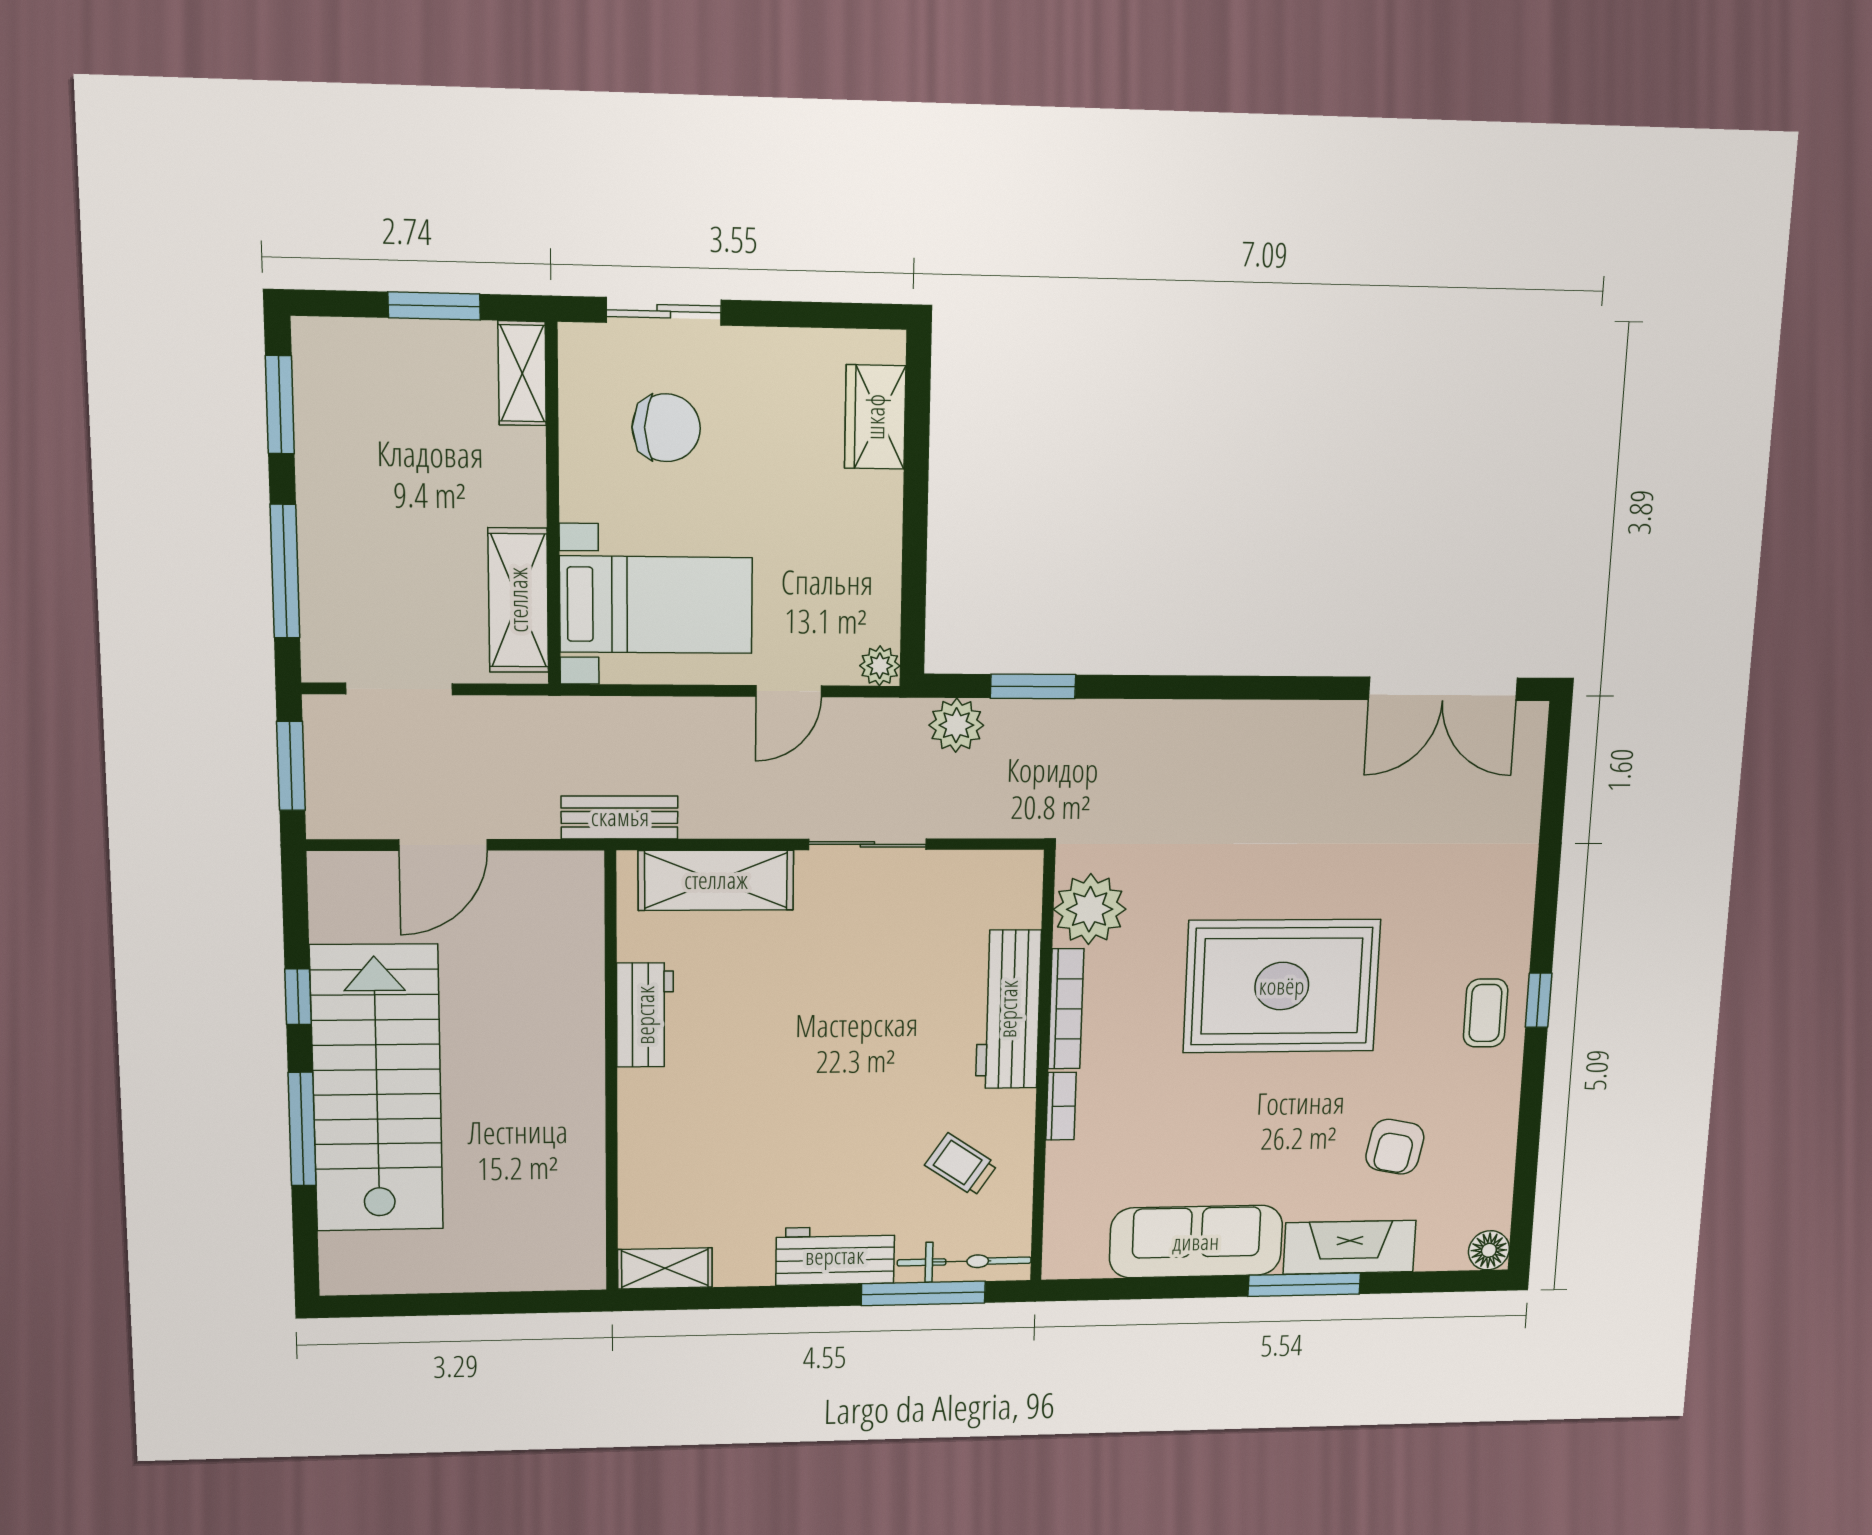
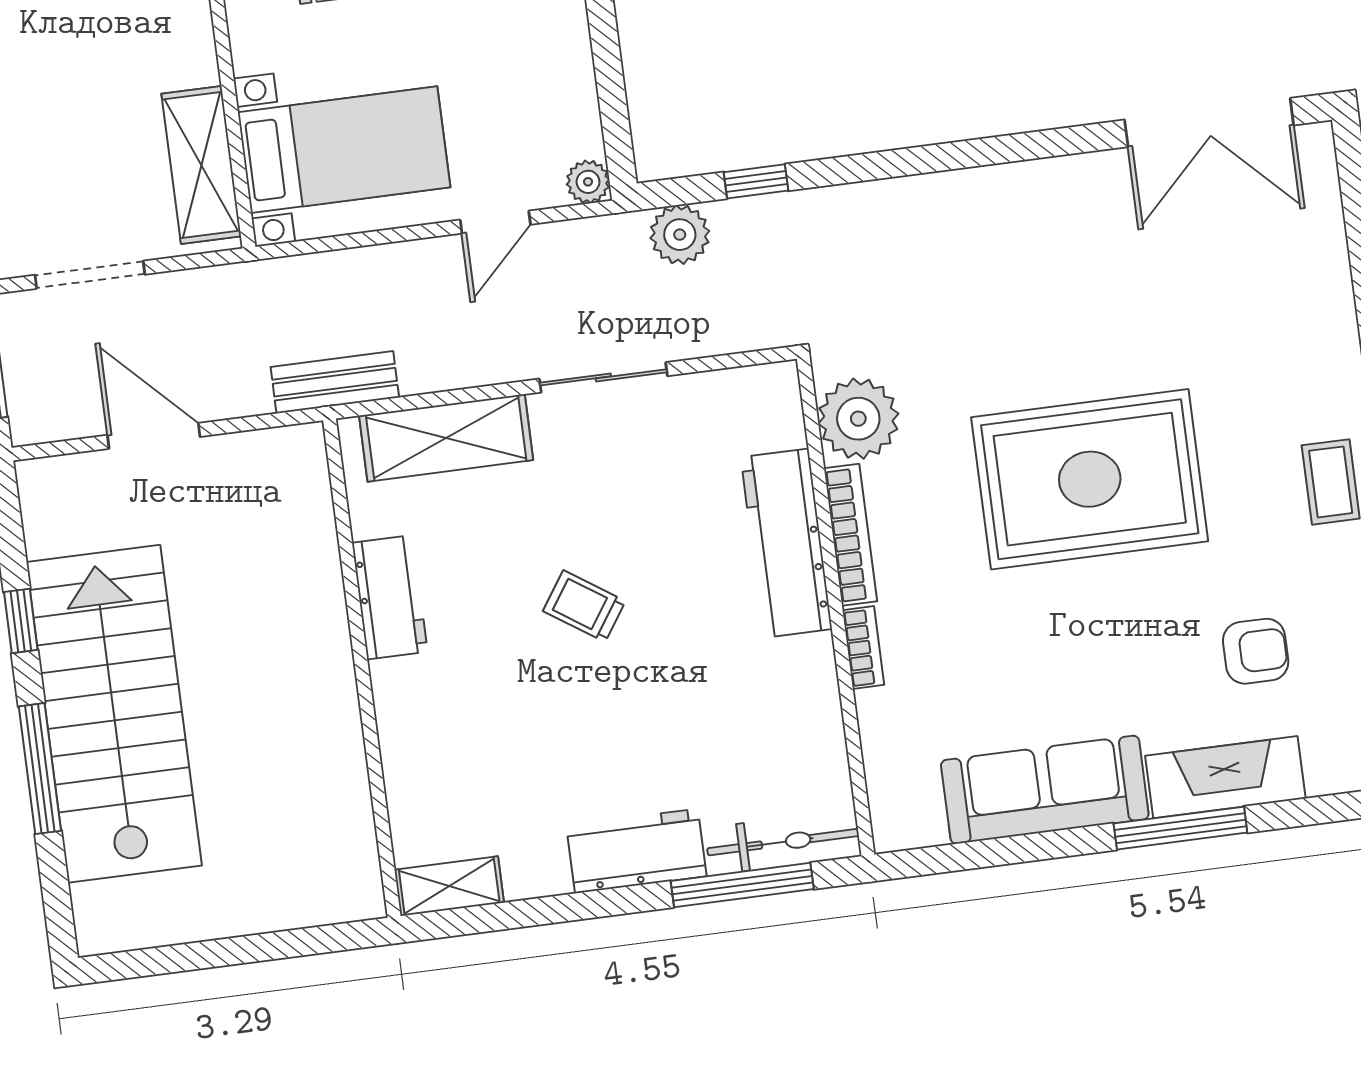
window: (1033, 686) -> (756, 181), width x0.67
door: (443, 845) -> (154, 436), swing flipped
armchair: (1395, 1147) -> (1256, 651), turned -101
trolley: (961, 1165) -> (584, 606), moved

